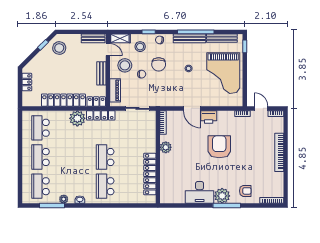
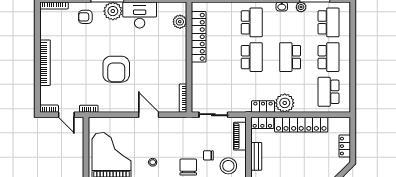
locker: (101, 115) -> (263, 107), width x0.66
printer: (209, 117) -> (129, 105), removed
school desk: (40, 128) -> (329, 92), turned 180
plant: (166, 147) -> (180, 22), moved
school desk: (73, 157) -> (290, 57), added

